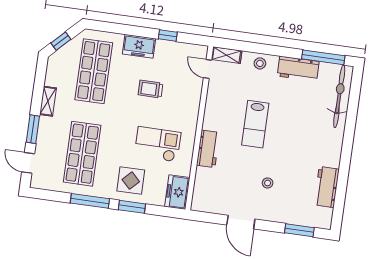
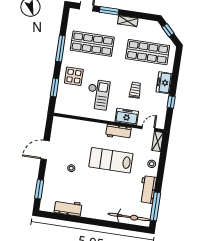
lab bench: (255, 124) -> (111, 160), width x1.36, depth x1.39
workbench: (208, 149) -> (118, 132), moved
freezer: (177, 192) -> (127, 117), moved
window: (132, 207) -> (55, 88), moved

